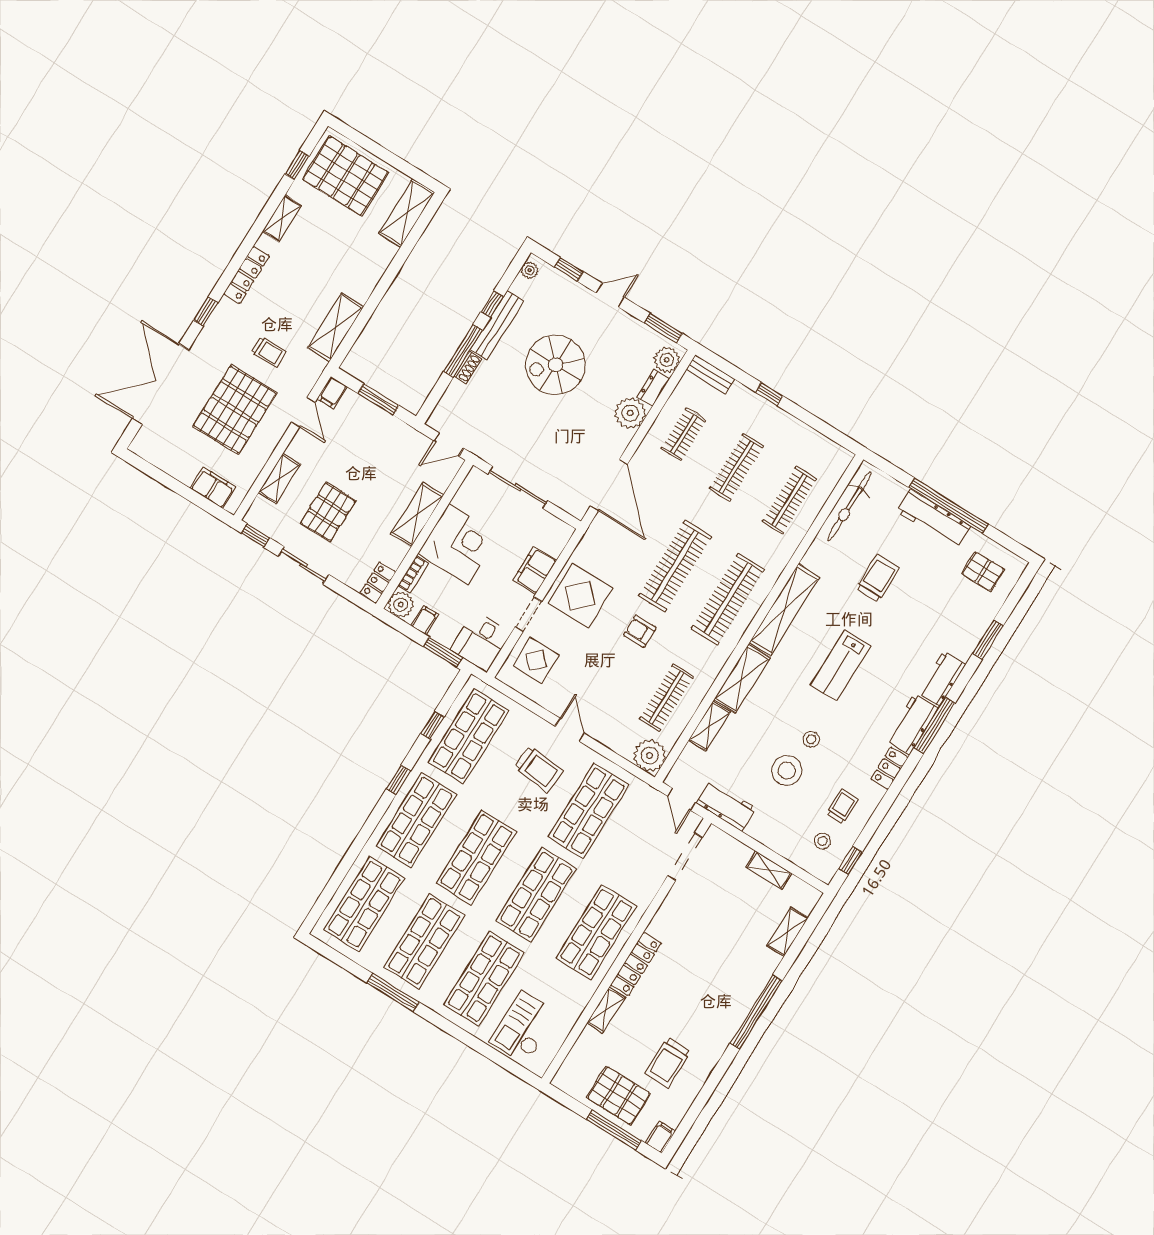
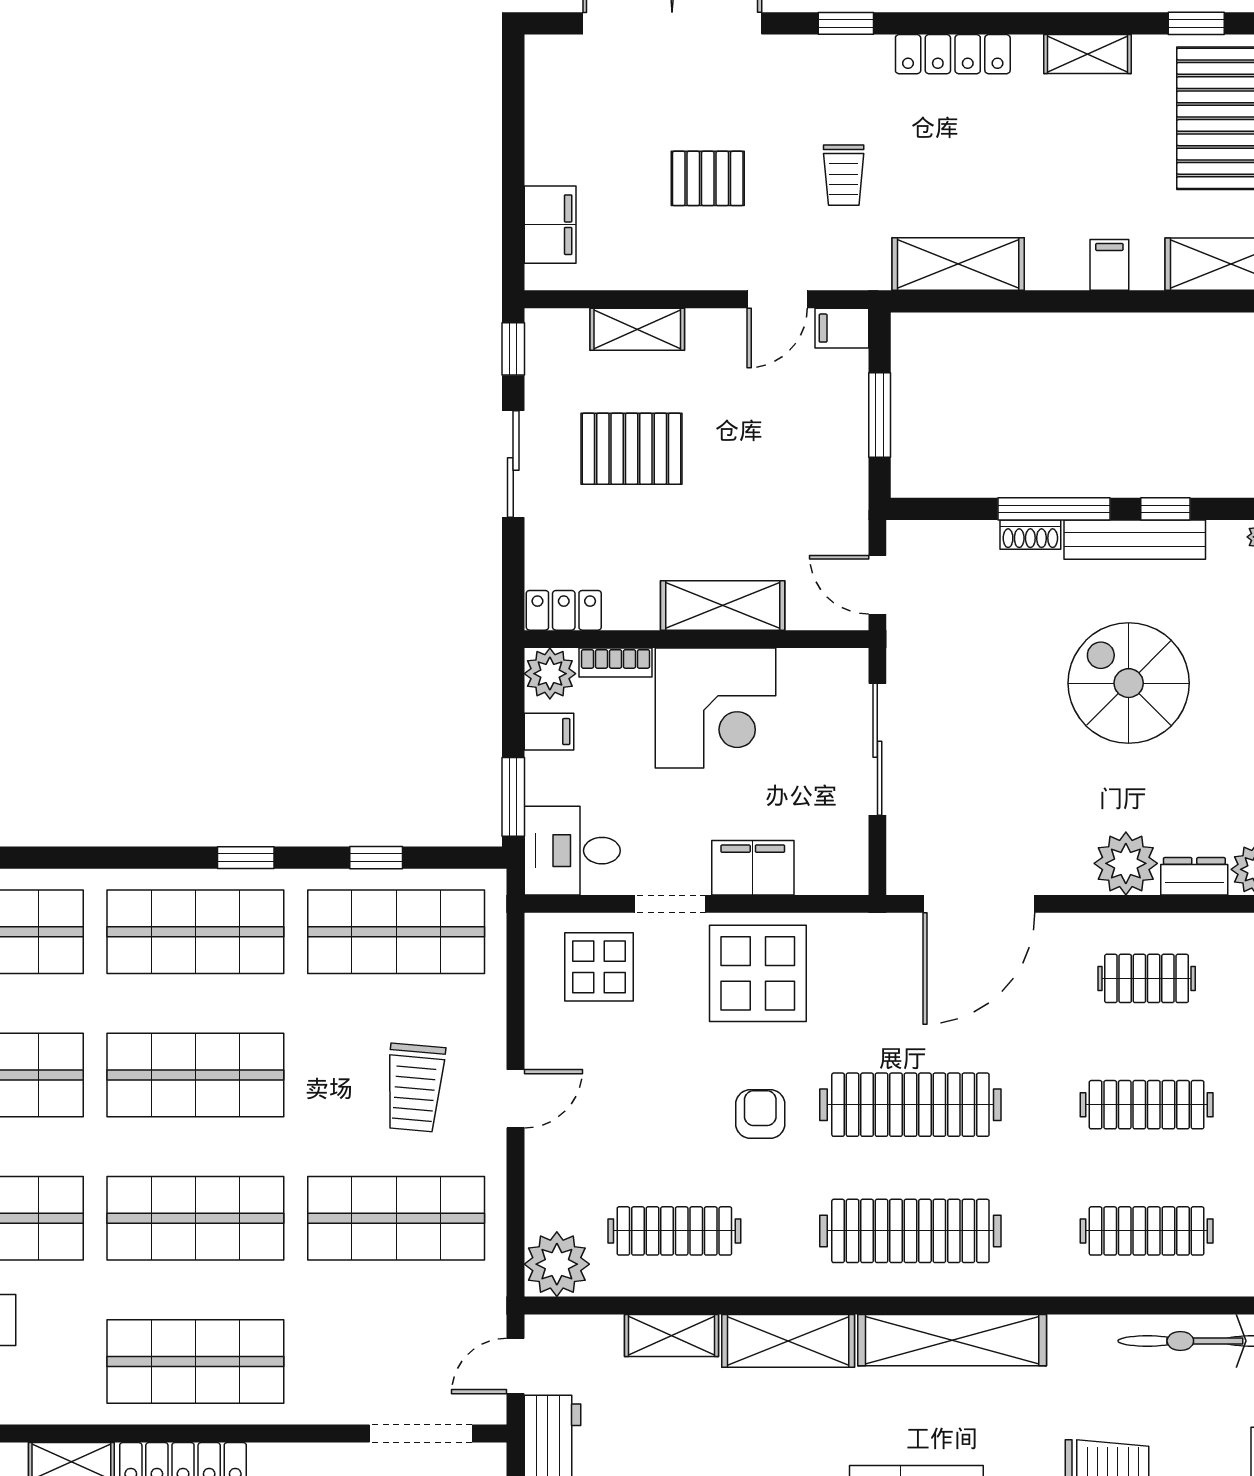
filing cabinet: (375, 264) -> (1109, 265), added
pallet: (235, 410) -> (708, 178), width x0.49, depth x0.50

